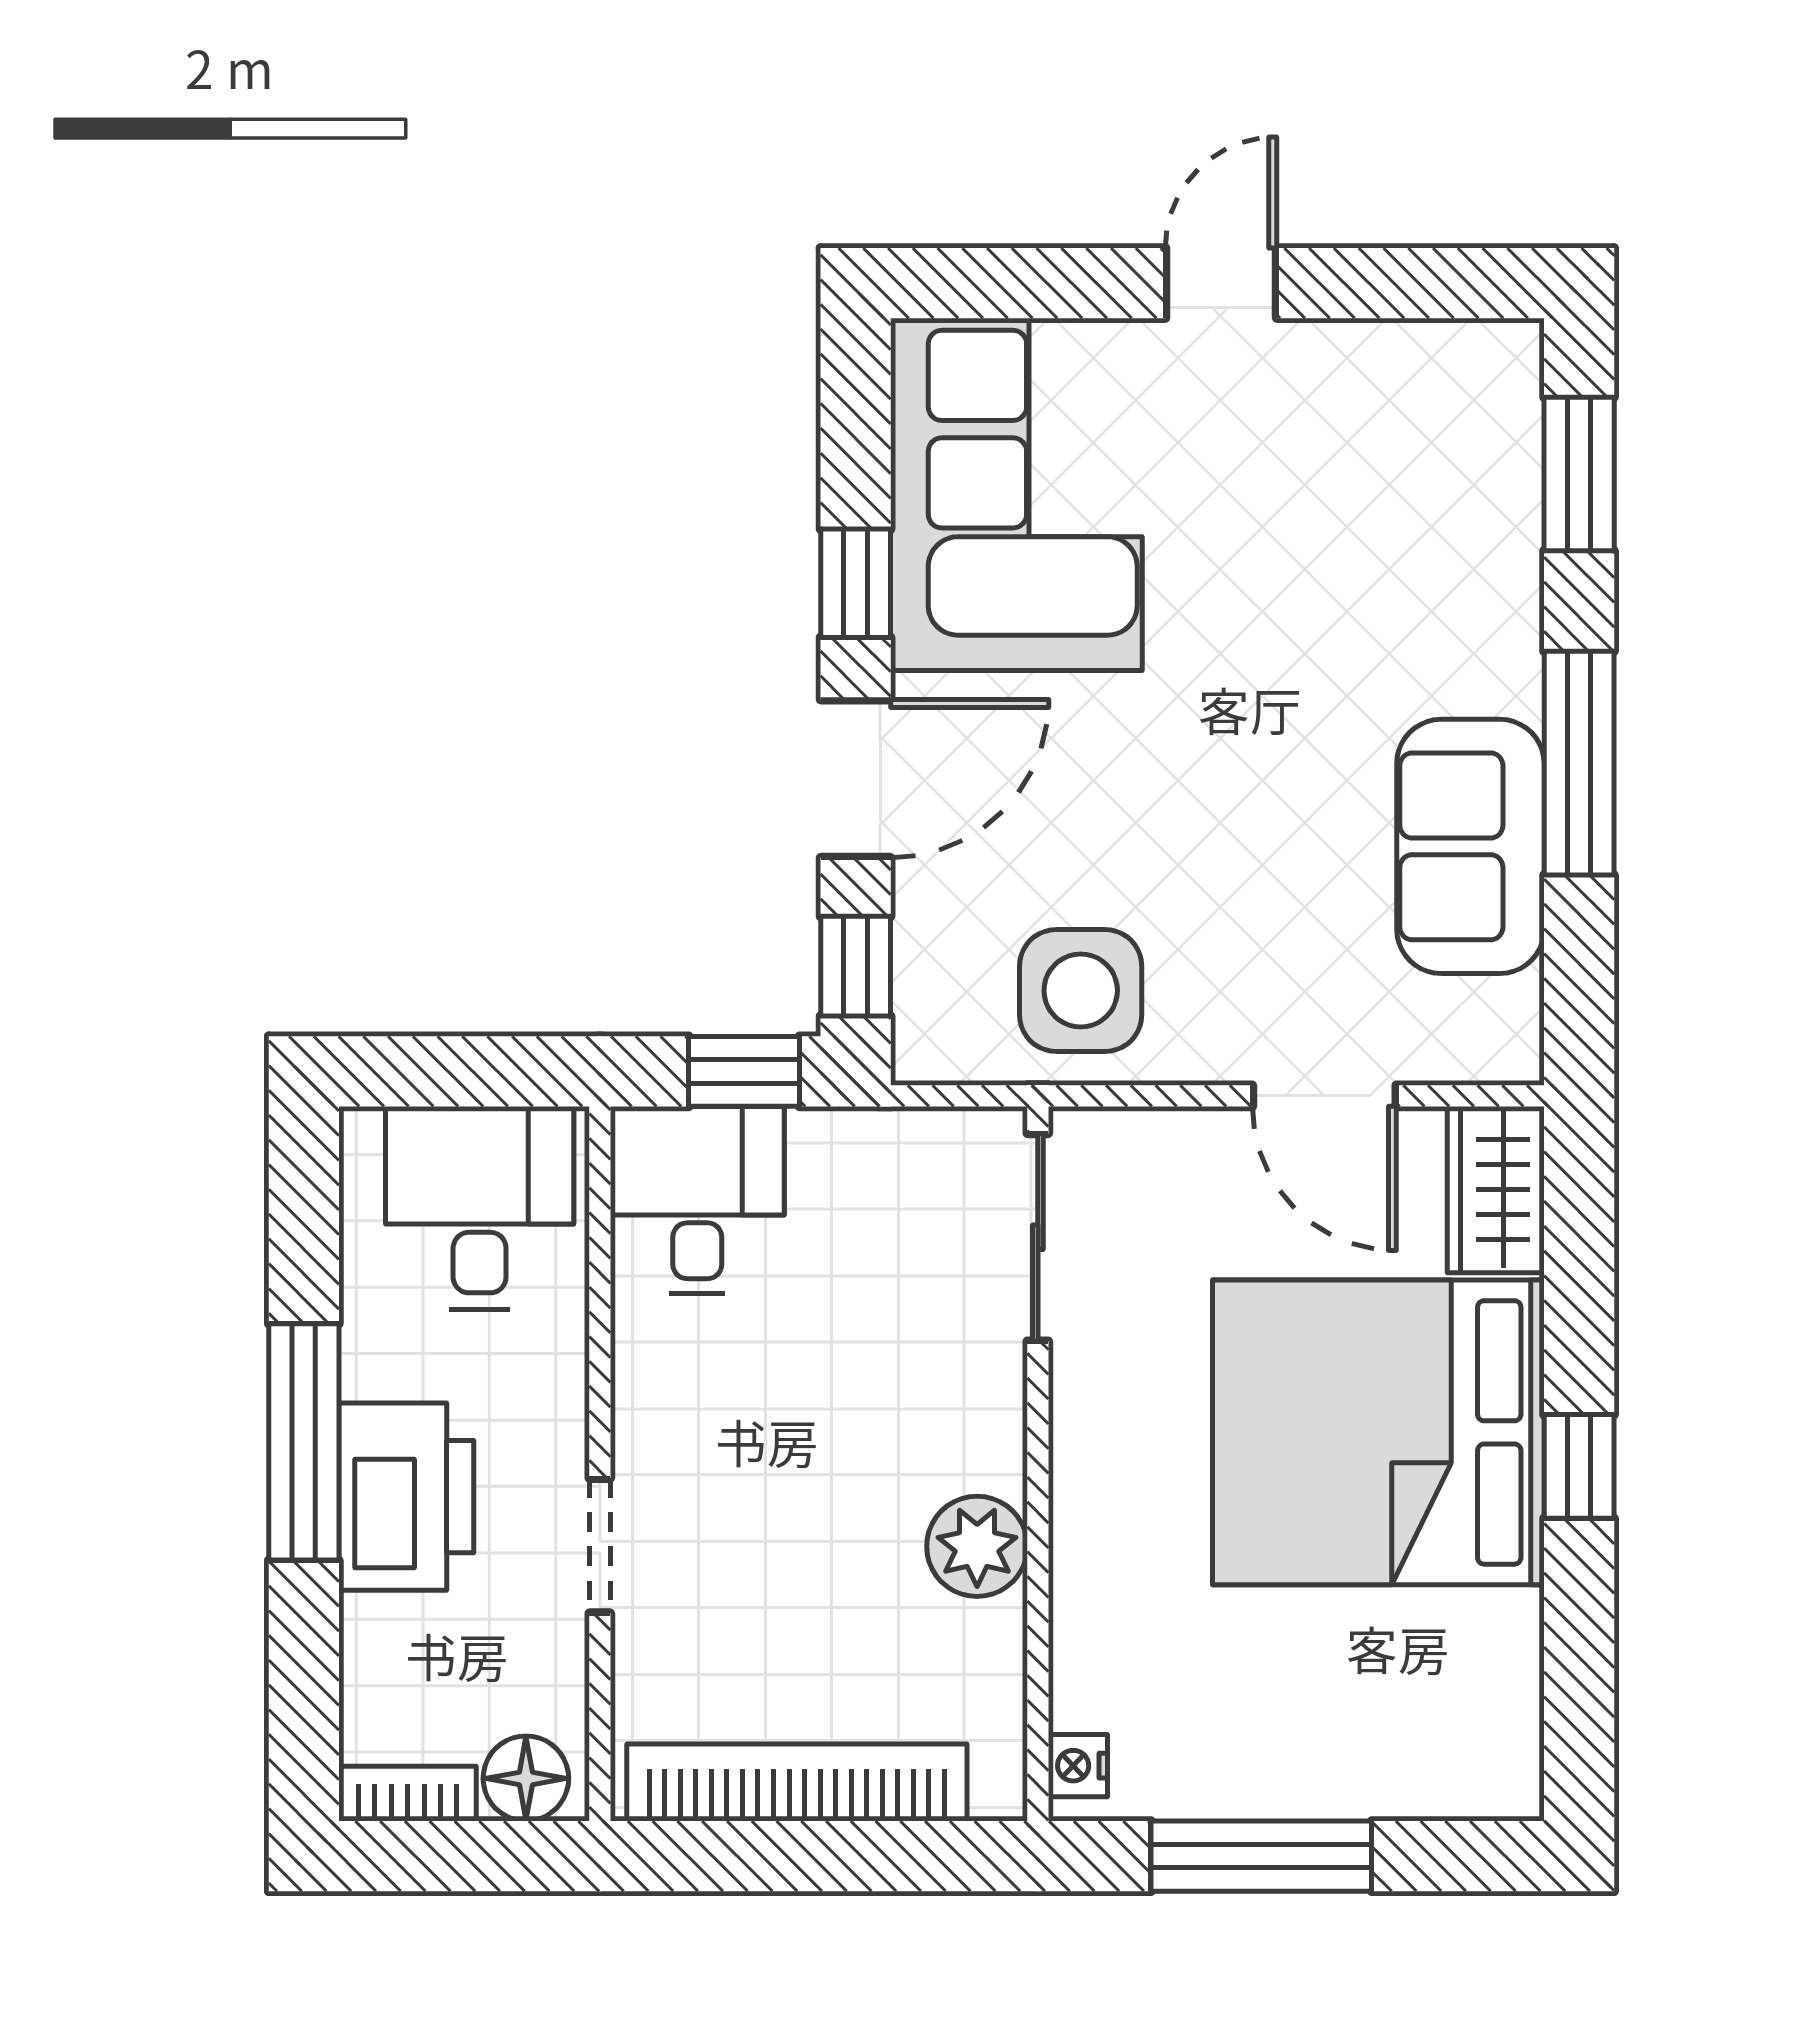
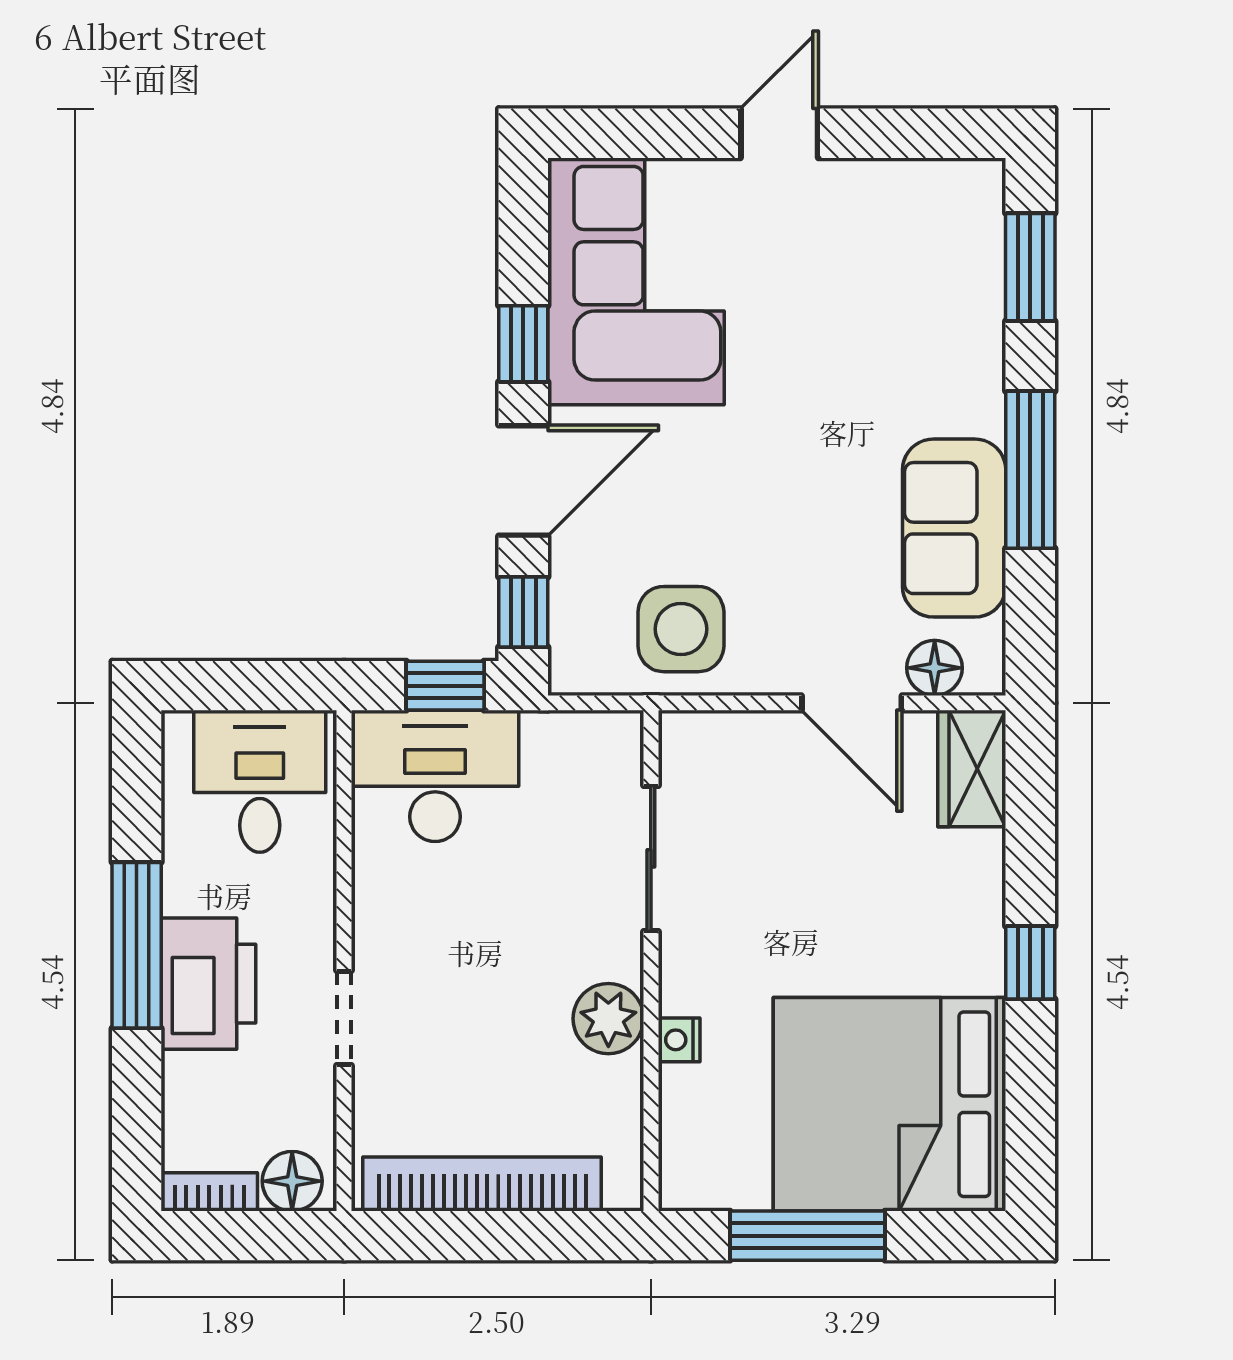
floor lamp: (1442, 1046) -> (935, 668), added
desk: (697, 1200) -> (435, 776), width x1.37
sliding door: (1038, 1237) -> (651, 858), moved
bed: (1378, 1432) -> (890, 1104), moved
nightstand: (1078, 1766) -> (679, 1040), moved

